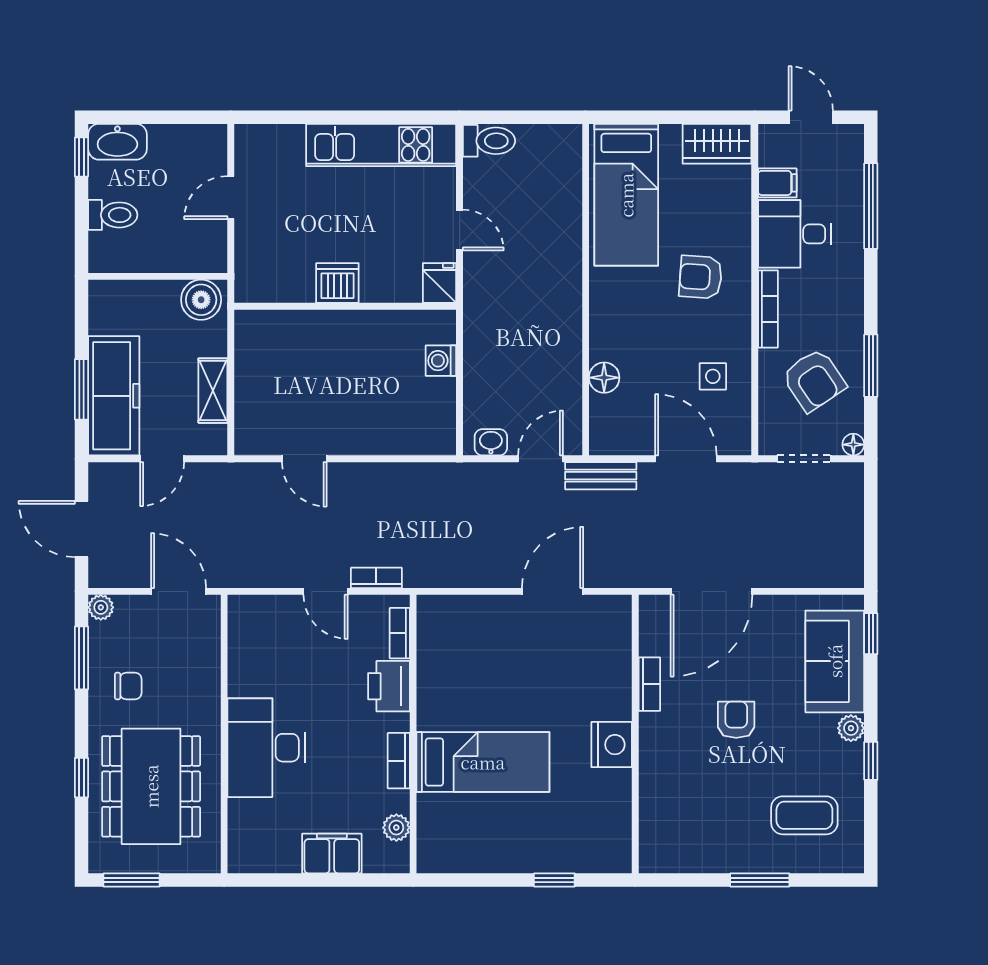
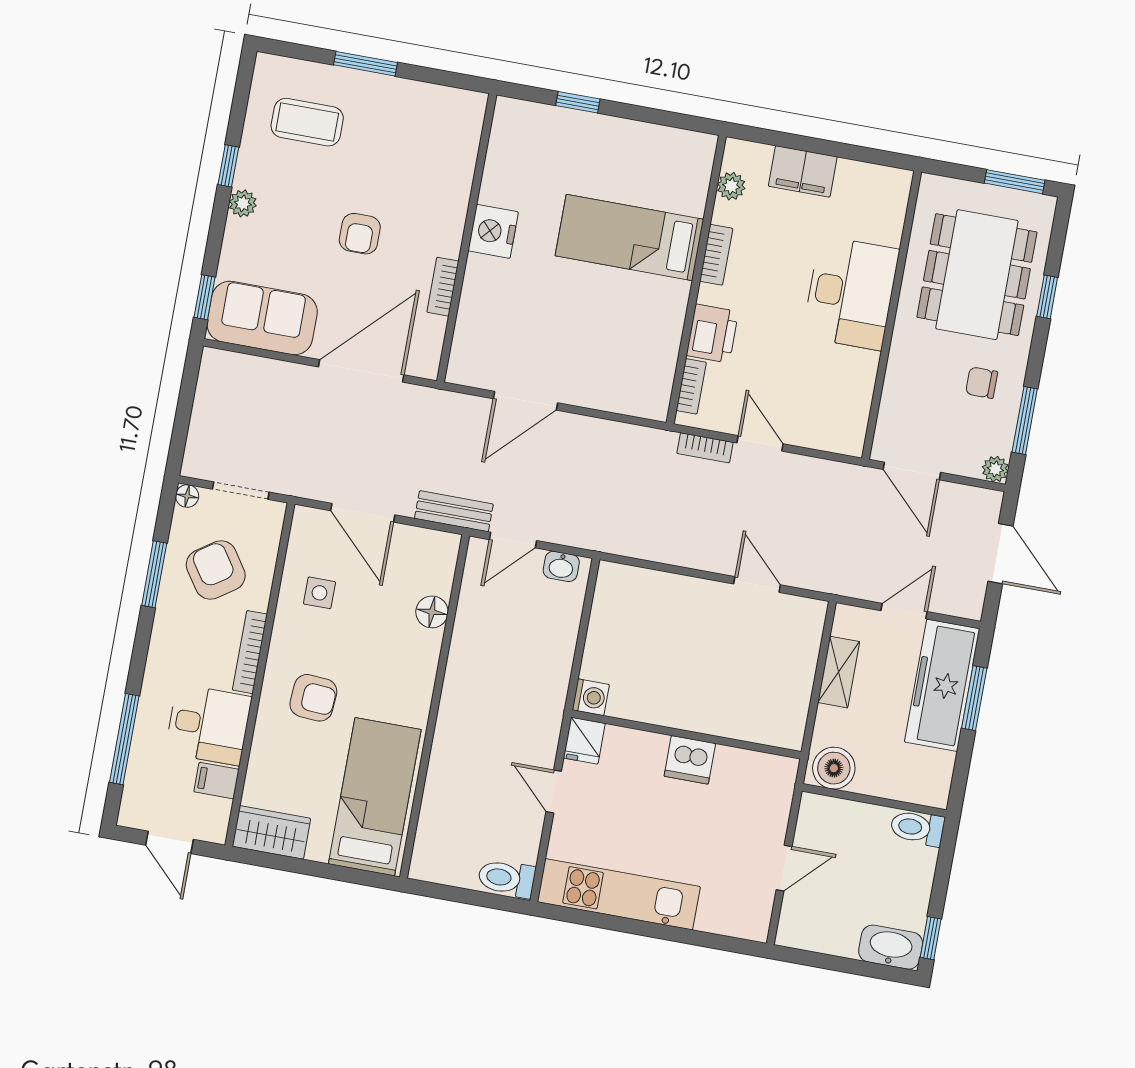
toilet: (113, 215) -> (917, 828), moved
washing machine: (441, 361) -> (591, 697), moved
sofa: (835, 661) -> (262, 318), moved, turned -90

